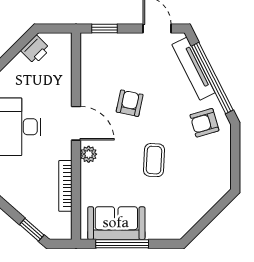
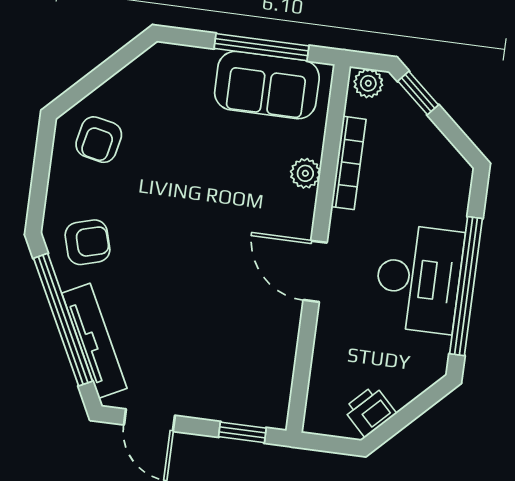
armchair: (130, 103) -> (99, 140), moved
plant: (89, 154) -> (305, 173), moved
coffee table: (154, 160) -> (185, 188), removed
plant: (60, 232) -> (368, 83), added

